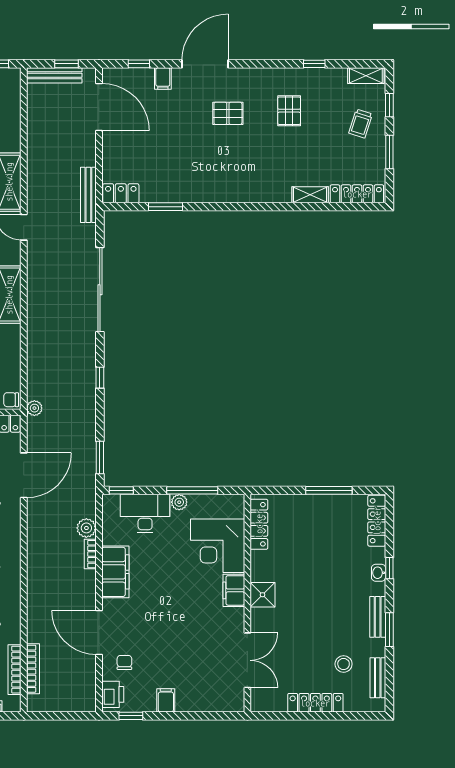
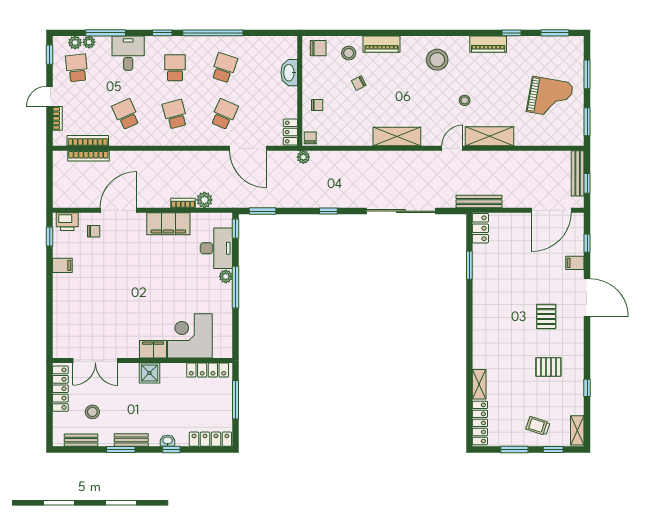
locker: (259, 524) -> (208, 370), moved
corner desk: (218, 546) -> (190, 336), moved
filing cabinet: (234, 590) -> (153, 349), moved
shower: (263, 595) -> (149, 373), moved
wall: (247, 603) -> (143, 361), moved
double door: (247, 660) -> (95, 361), moved

